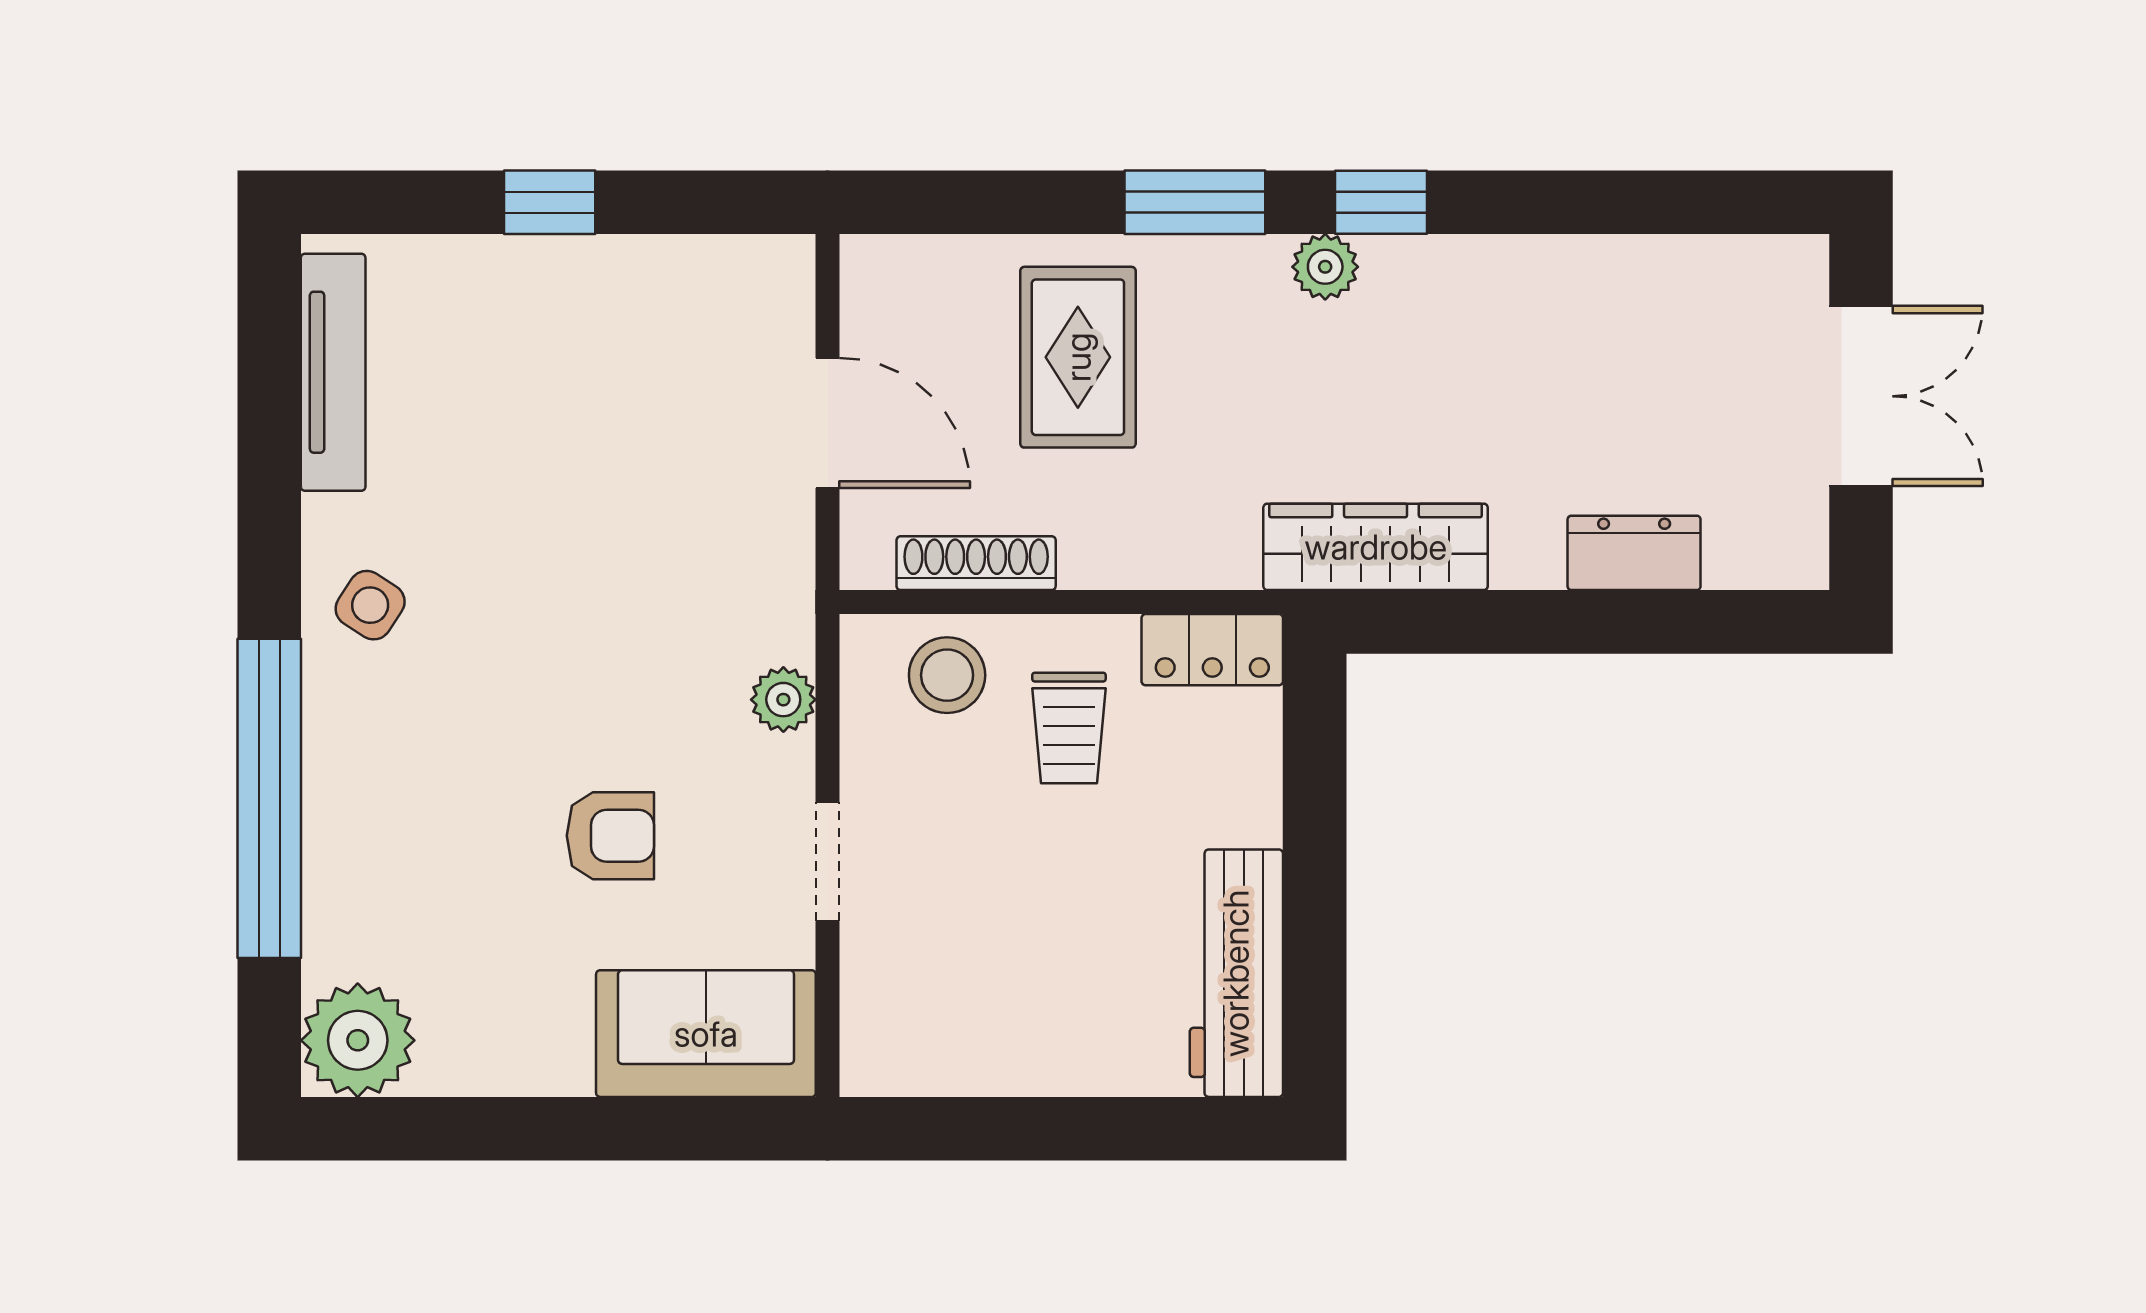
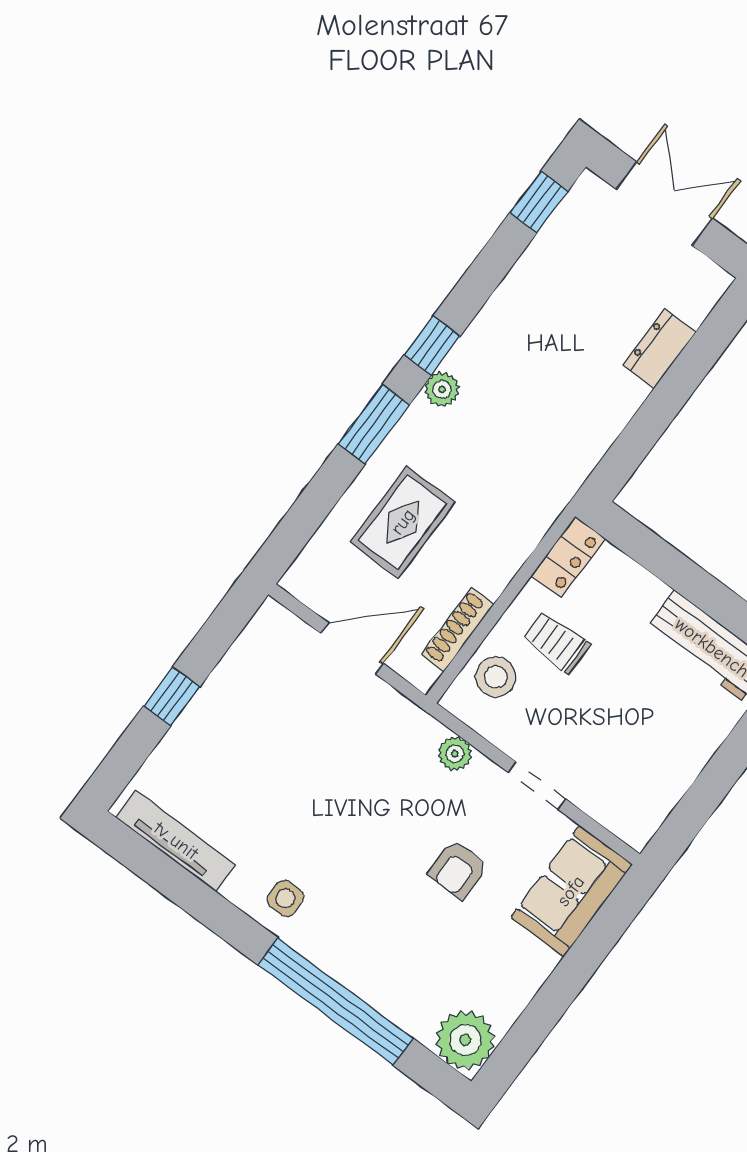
window: (1721, 202) -> (539, 202), added
rug: (1078, 357) -> (403, 522), turned 90
wardrobe: (1376, 547) -> (576, 456), removed
side table: (370, 605) -> (285, 898), turned -33
trolley: (1069, 728) -> (556, 642), turned 180
armchair: (610, 836) -> (458, 869), turned 180

